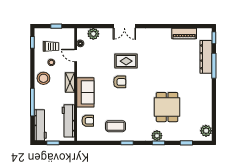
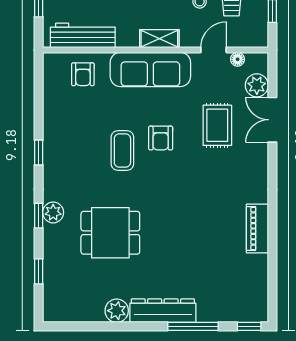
double door: (124, 26) -> (272, 120), moved
piano: (184, 34) -> (257, 228), moved
dresser: (206, 57) -> (163, 311), moved
rug: (126, 61) -> (217, 125), moved
sofa: (85, 92) -> (150, 69), width x1.36
coffee table: (116, 126) -> (122, 150), moved
plant: (206, 131) -> (117, 311), moved

